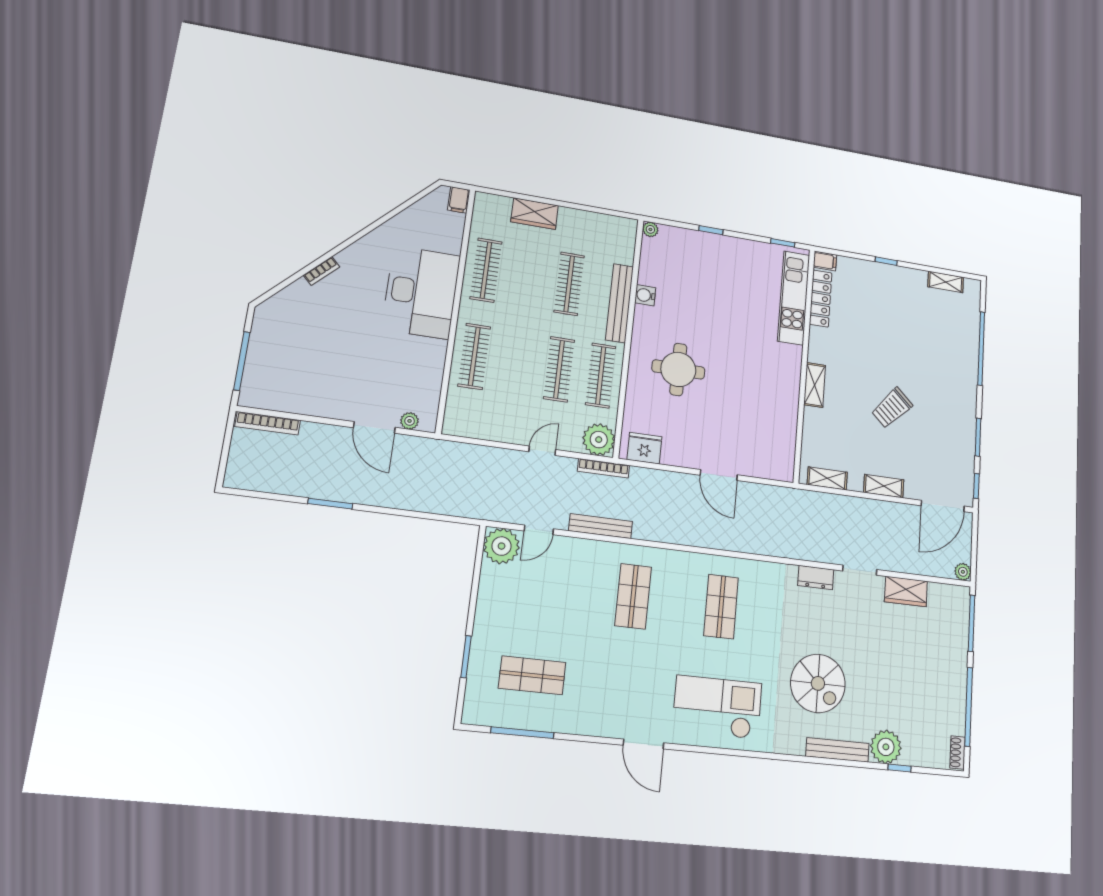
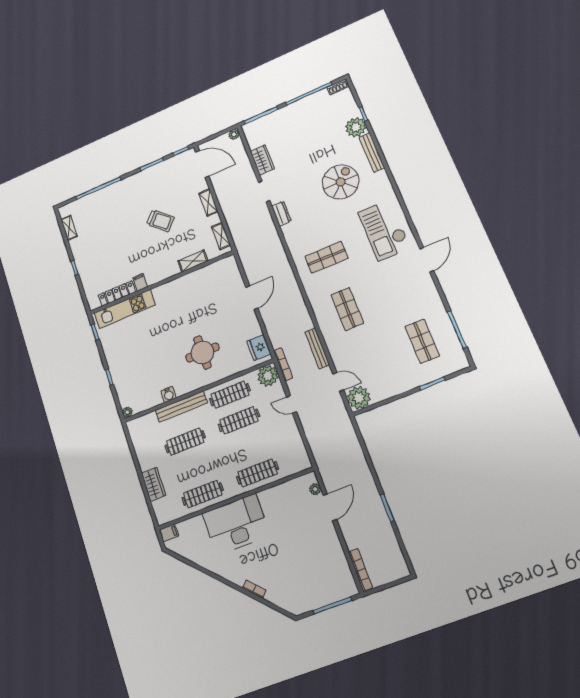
filing cabinet: (825, 261) -> (140, 282), moved
shelving: (815, 385) -> (193, 261), moved
shop shelf: (633, 596) -> (347, 309), turned 90

